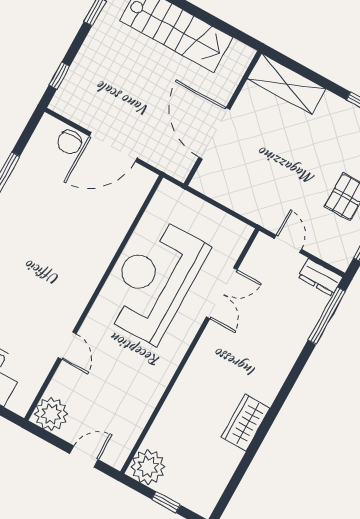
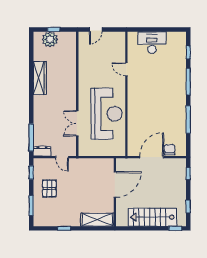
door: (214, 133) -> (115, 185), hinge flipped
plant: (51, 414) -> (118, 39), removed
wardrobe: (246, 423) -> (40, 78), width x1.50
plant: (148, 467) -> (50, 39), moved

